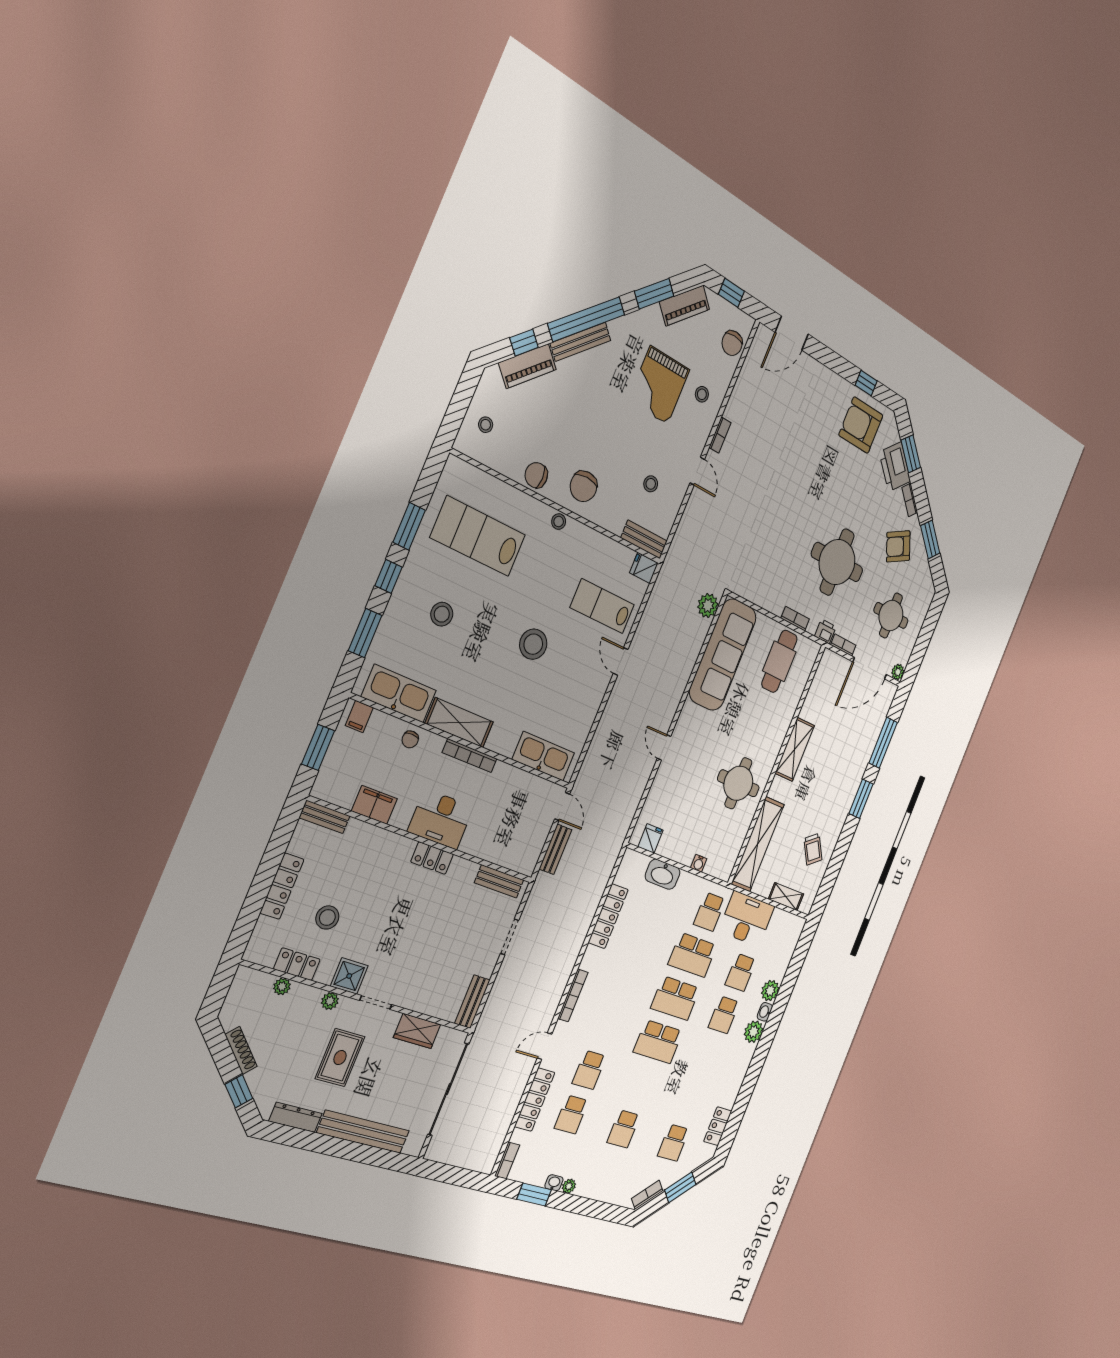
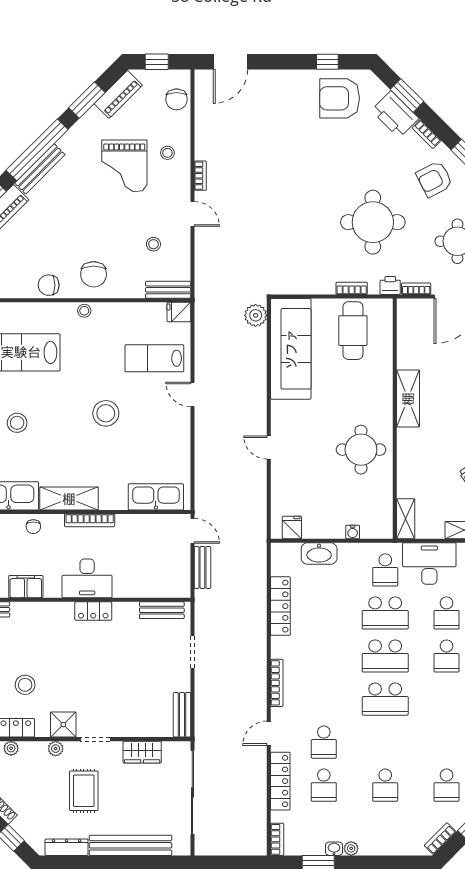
shelving: (758, 844) -> (406, 519), width x0.45, depth x0.75

